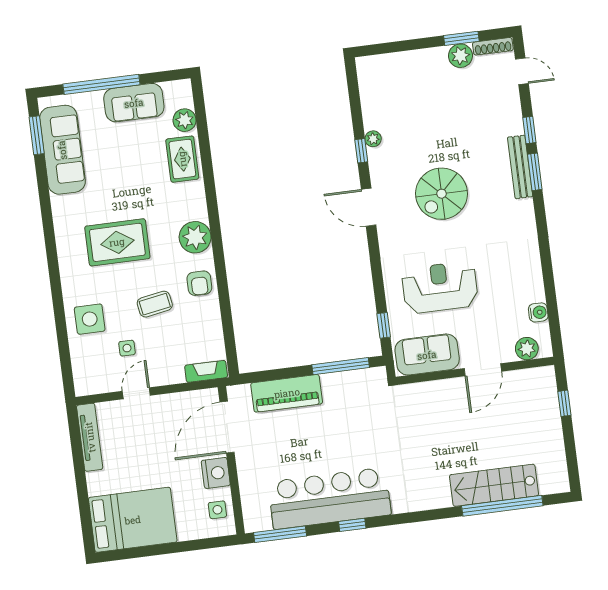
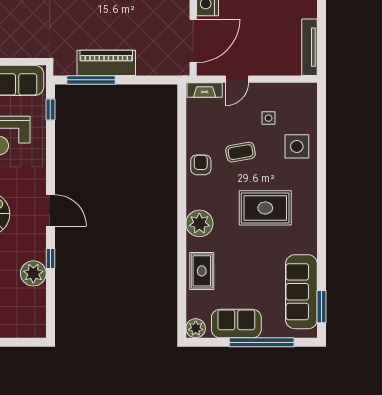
plant: (185, 120) -> (196, 328), moved
plant: (373, 139) -> (33, 273), width x1.87, depth x1.87
plant: (195, 237) -> (199, 223), moved
door: (136, 393) -> (237, 79), moved
piano: (287, 393) -> (106, 63), moved

